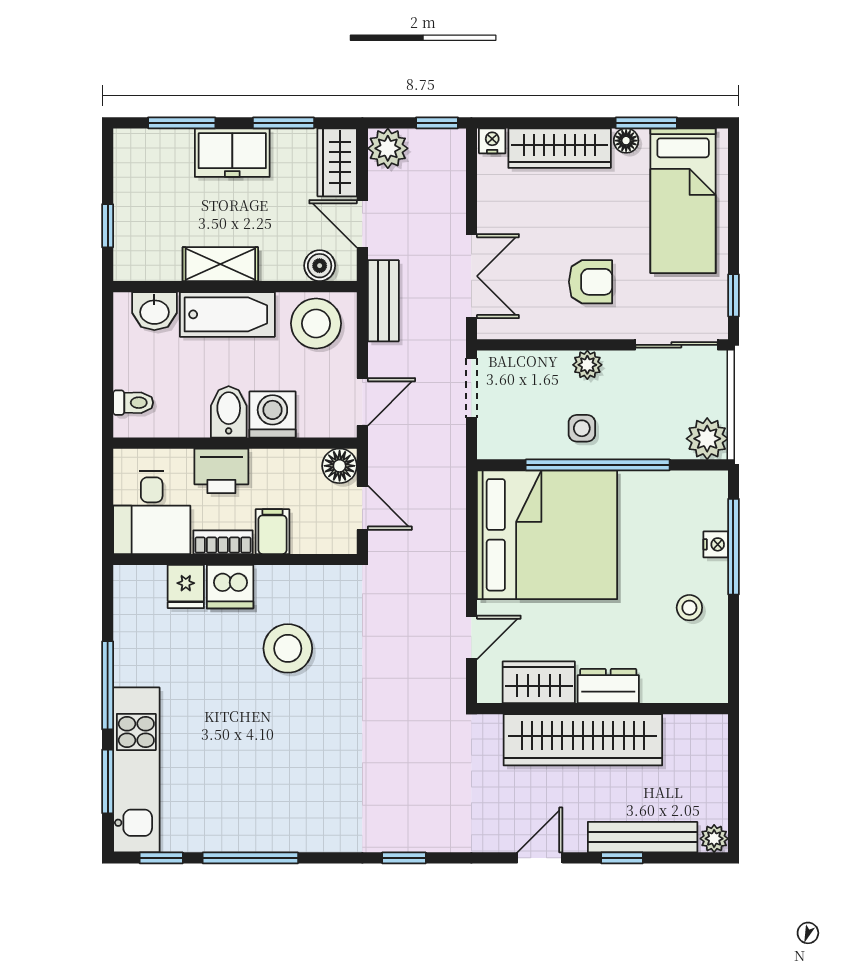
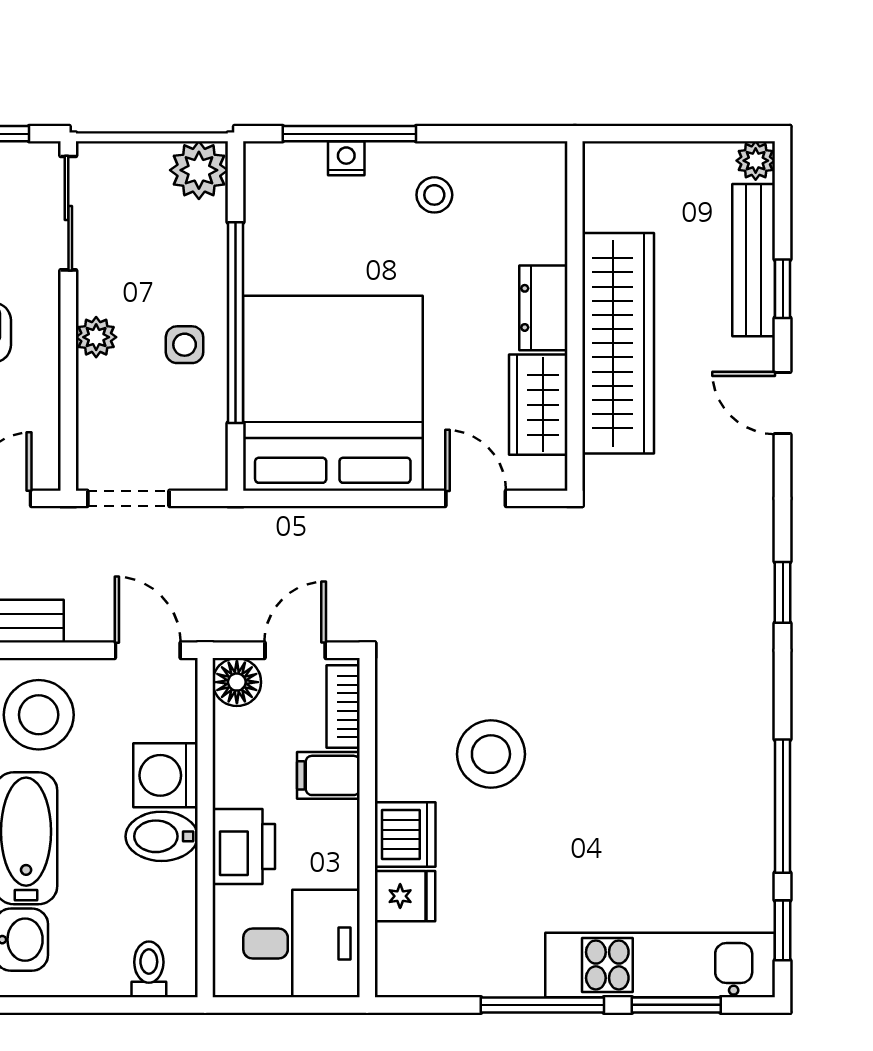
bookcase: (223, 542) -> (343, 707), moved

